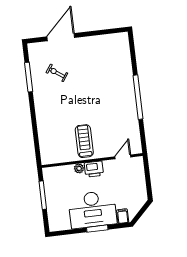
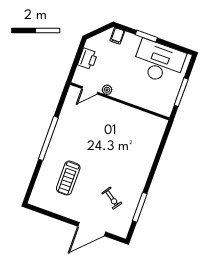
treadmill: (84, 141) -> (68, 178), moved
plant: (79, 168) -> (107, 90), moved
printer: (94, 169) -> (88, 59), moved, turned 90
desk: (92, 209) -> (159, 62), moved

